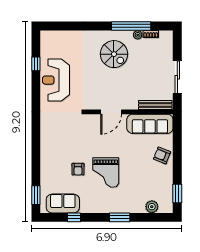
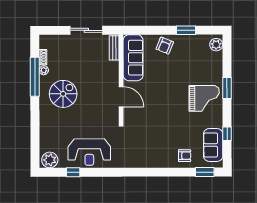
plant: (48, 41) -> (50, 160), added
bench: (155, 105) -> (114, 48), width x0.73
armchair: (78, 169) -> (185, 156), moved
grand piano: (106, 173) -> (204, 98), moved
window: (177, 193) -> (186, 30), moved
plant: (152, 207) -> (216, 45), moved

